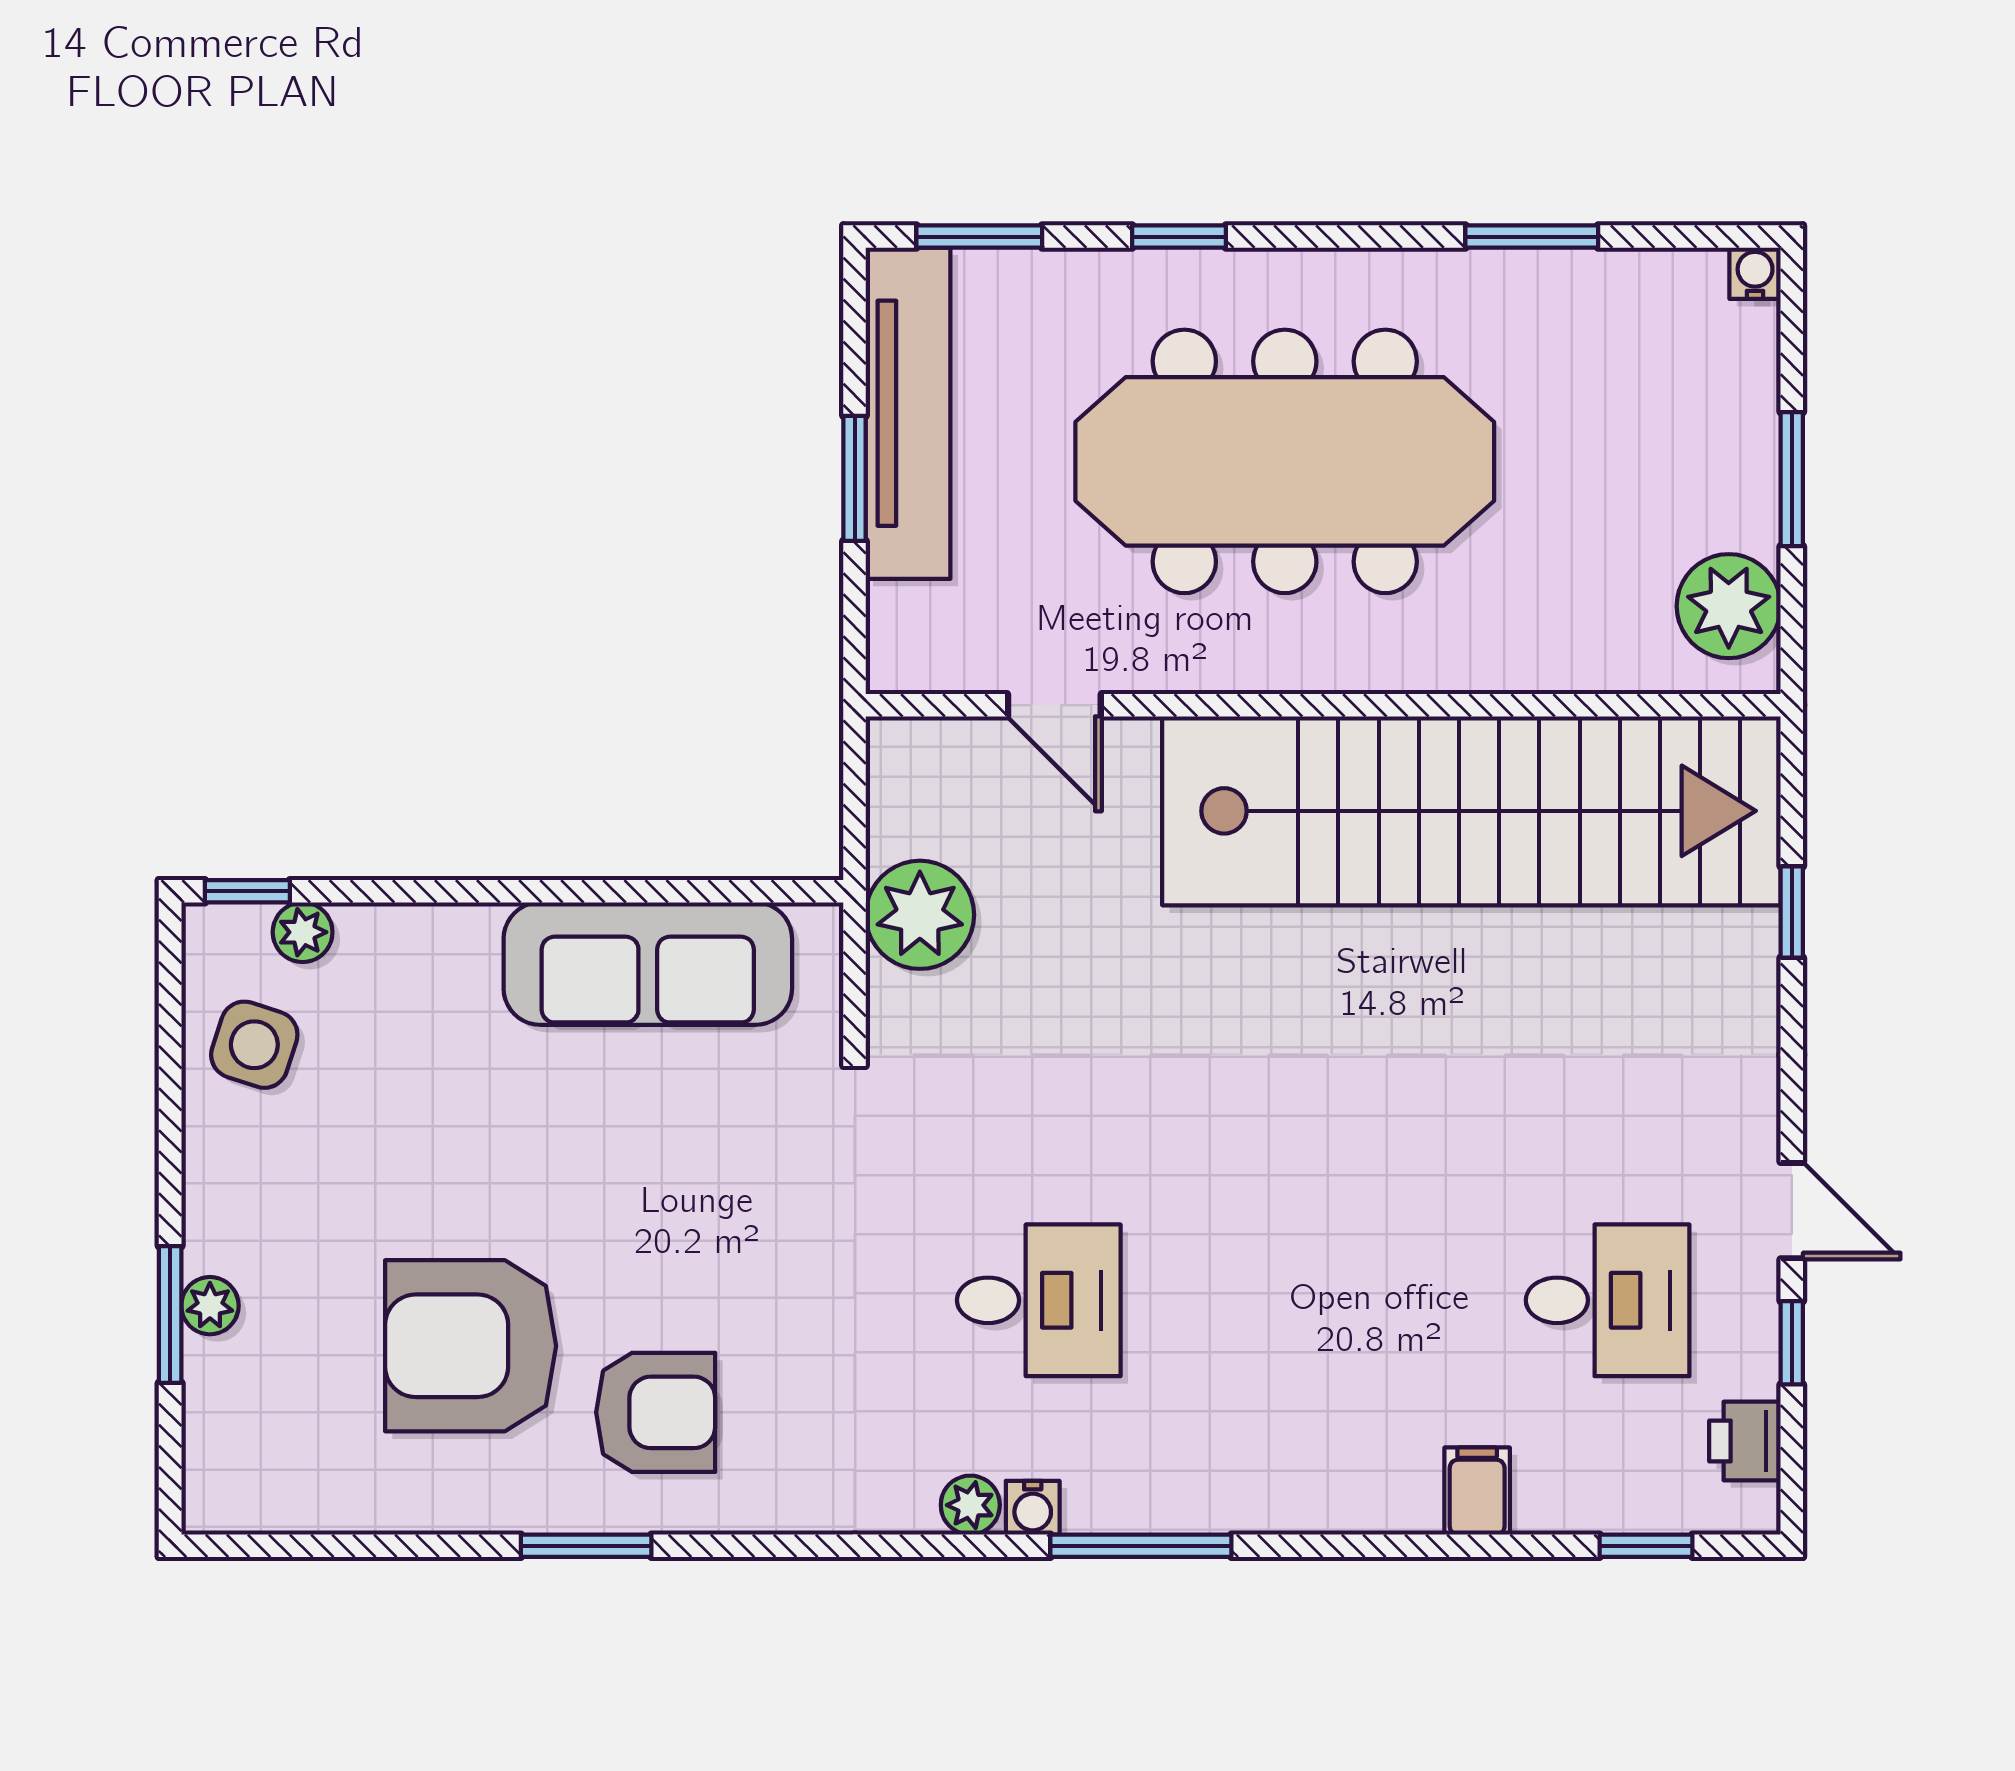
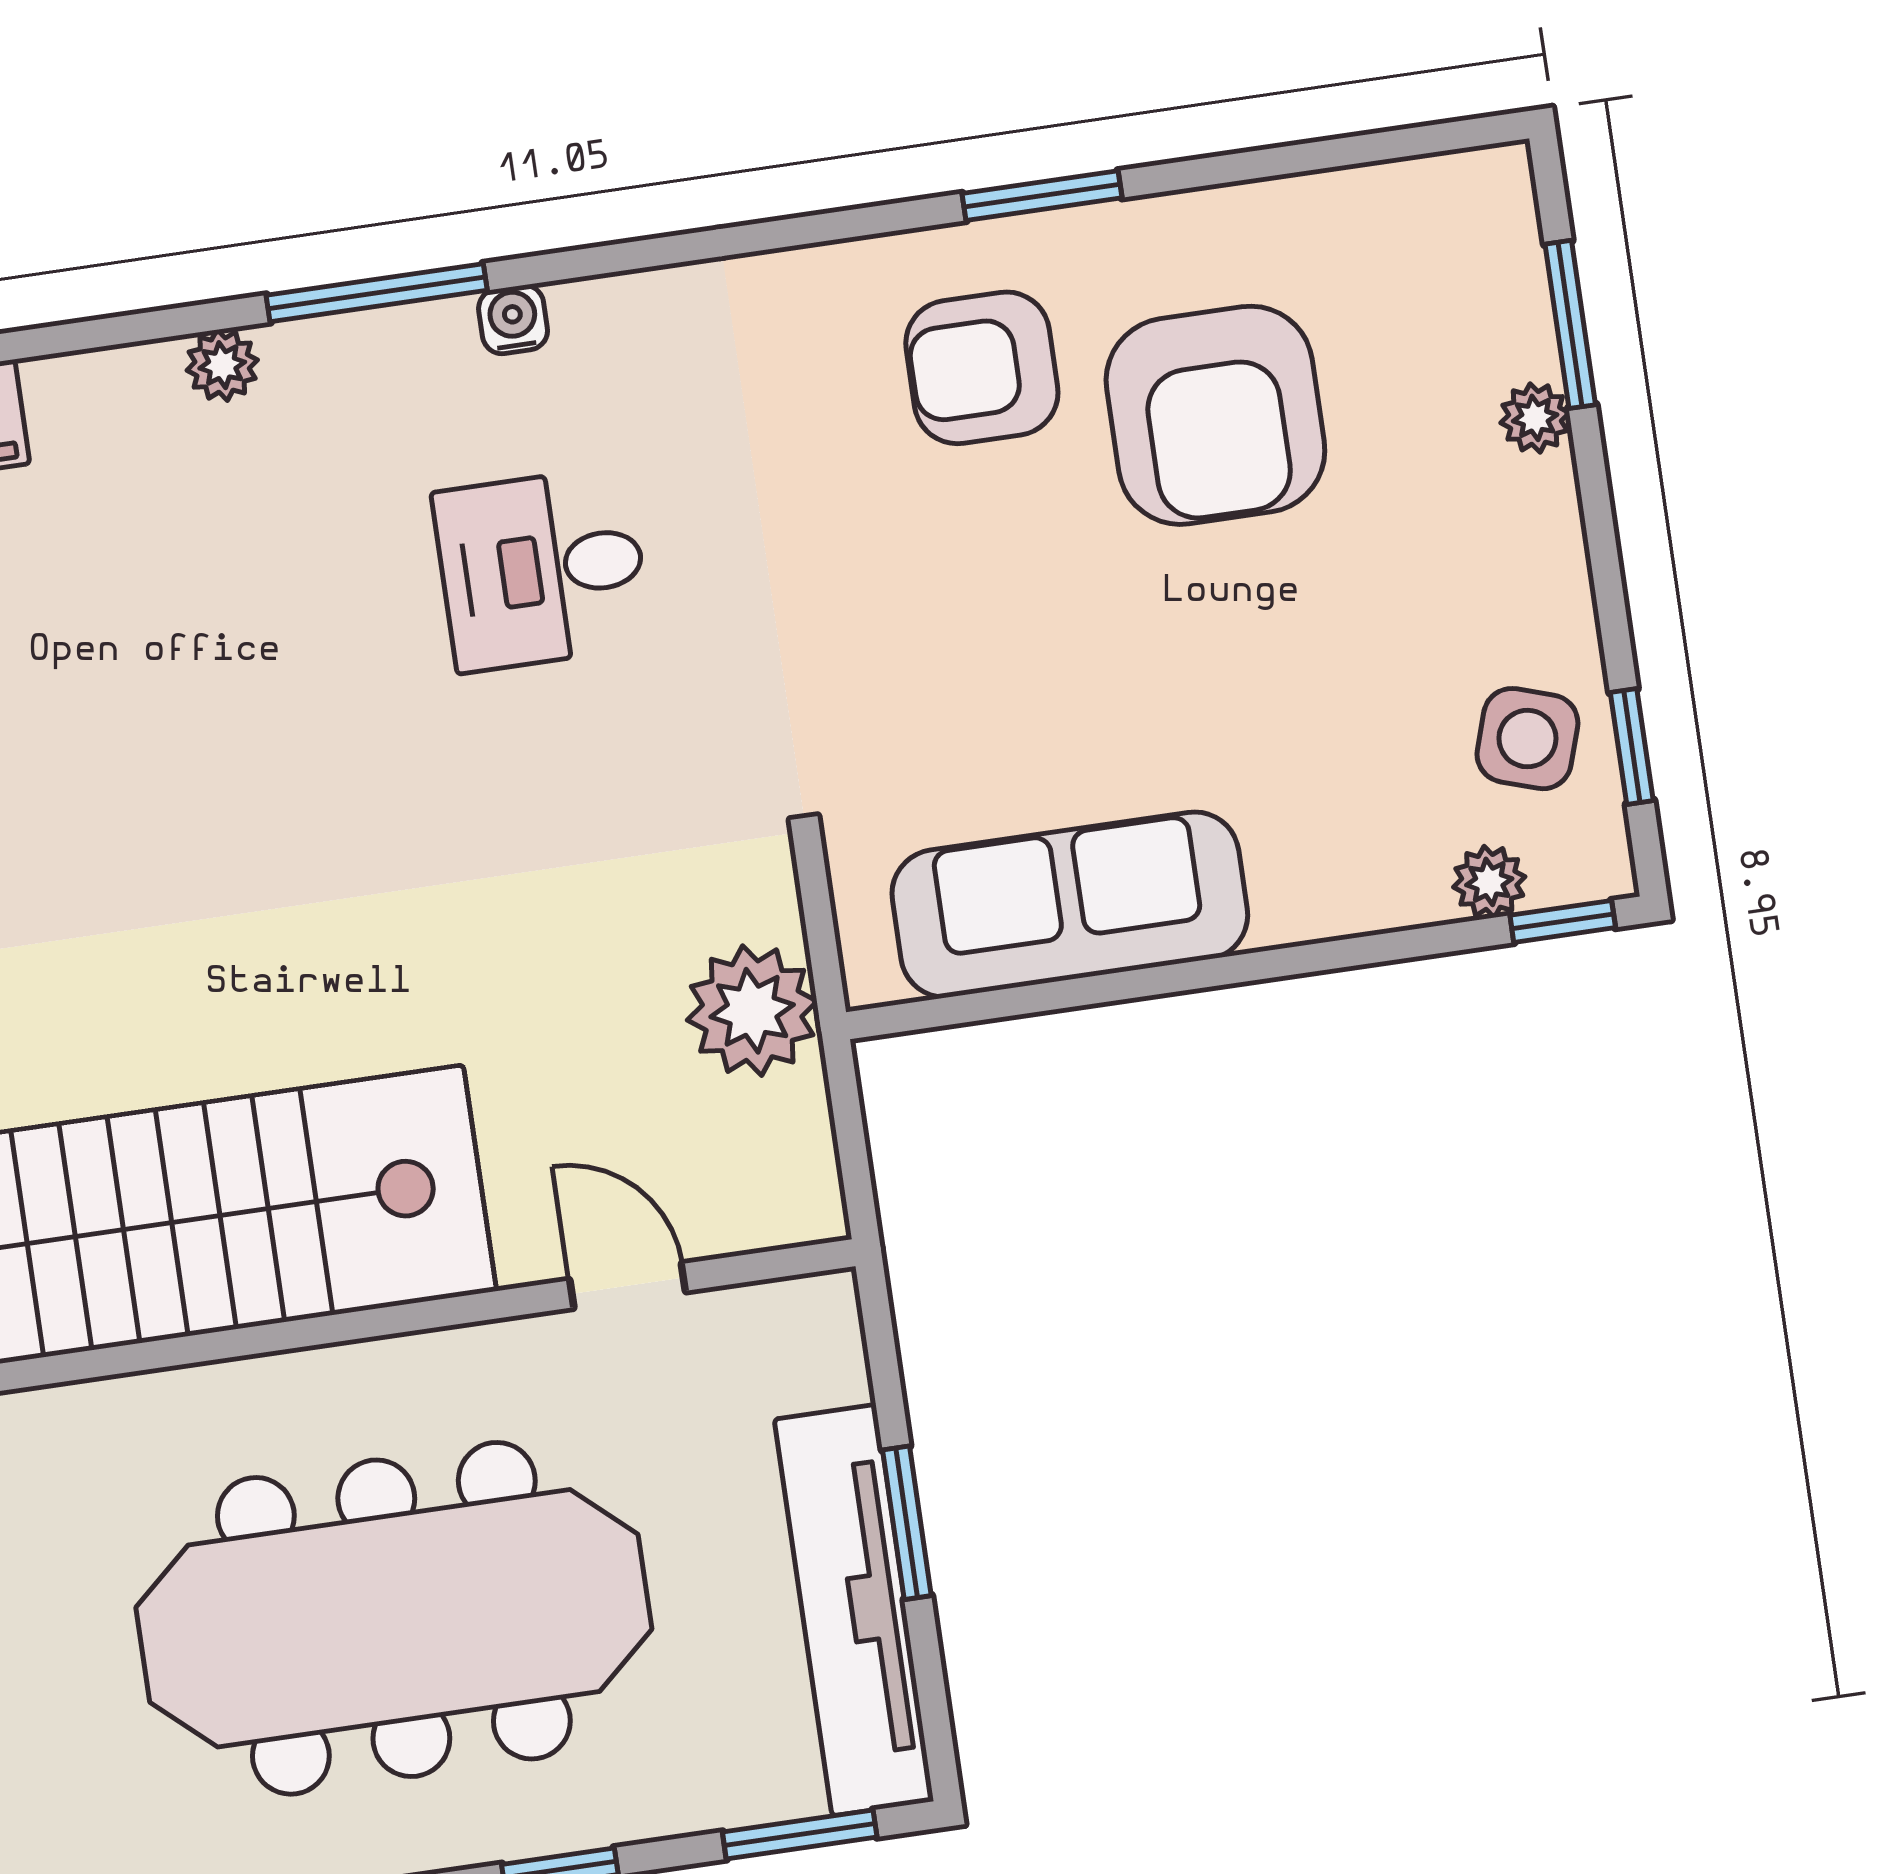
window: (170, 1026) -> (1632, 747), added
window: (170, 1314) -> (1570, 324), moved
armchair: (471, 1346) -> (1215, 415), turned 90
plant: (970, 1505) -> (222, 365), moved

